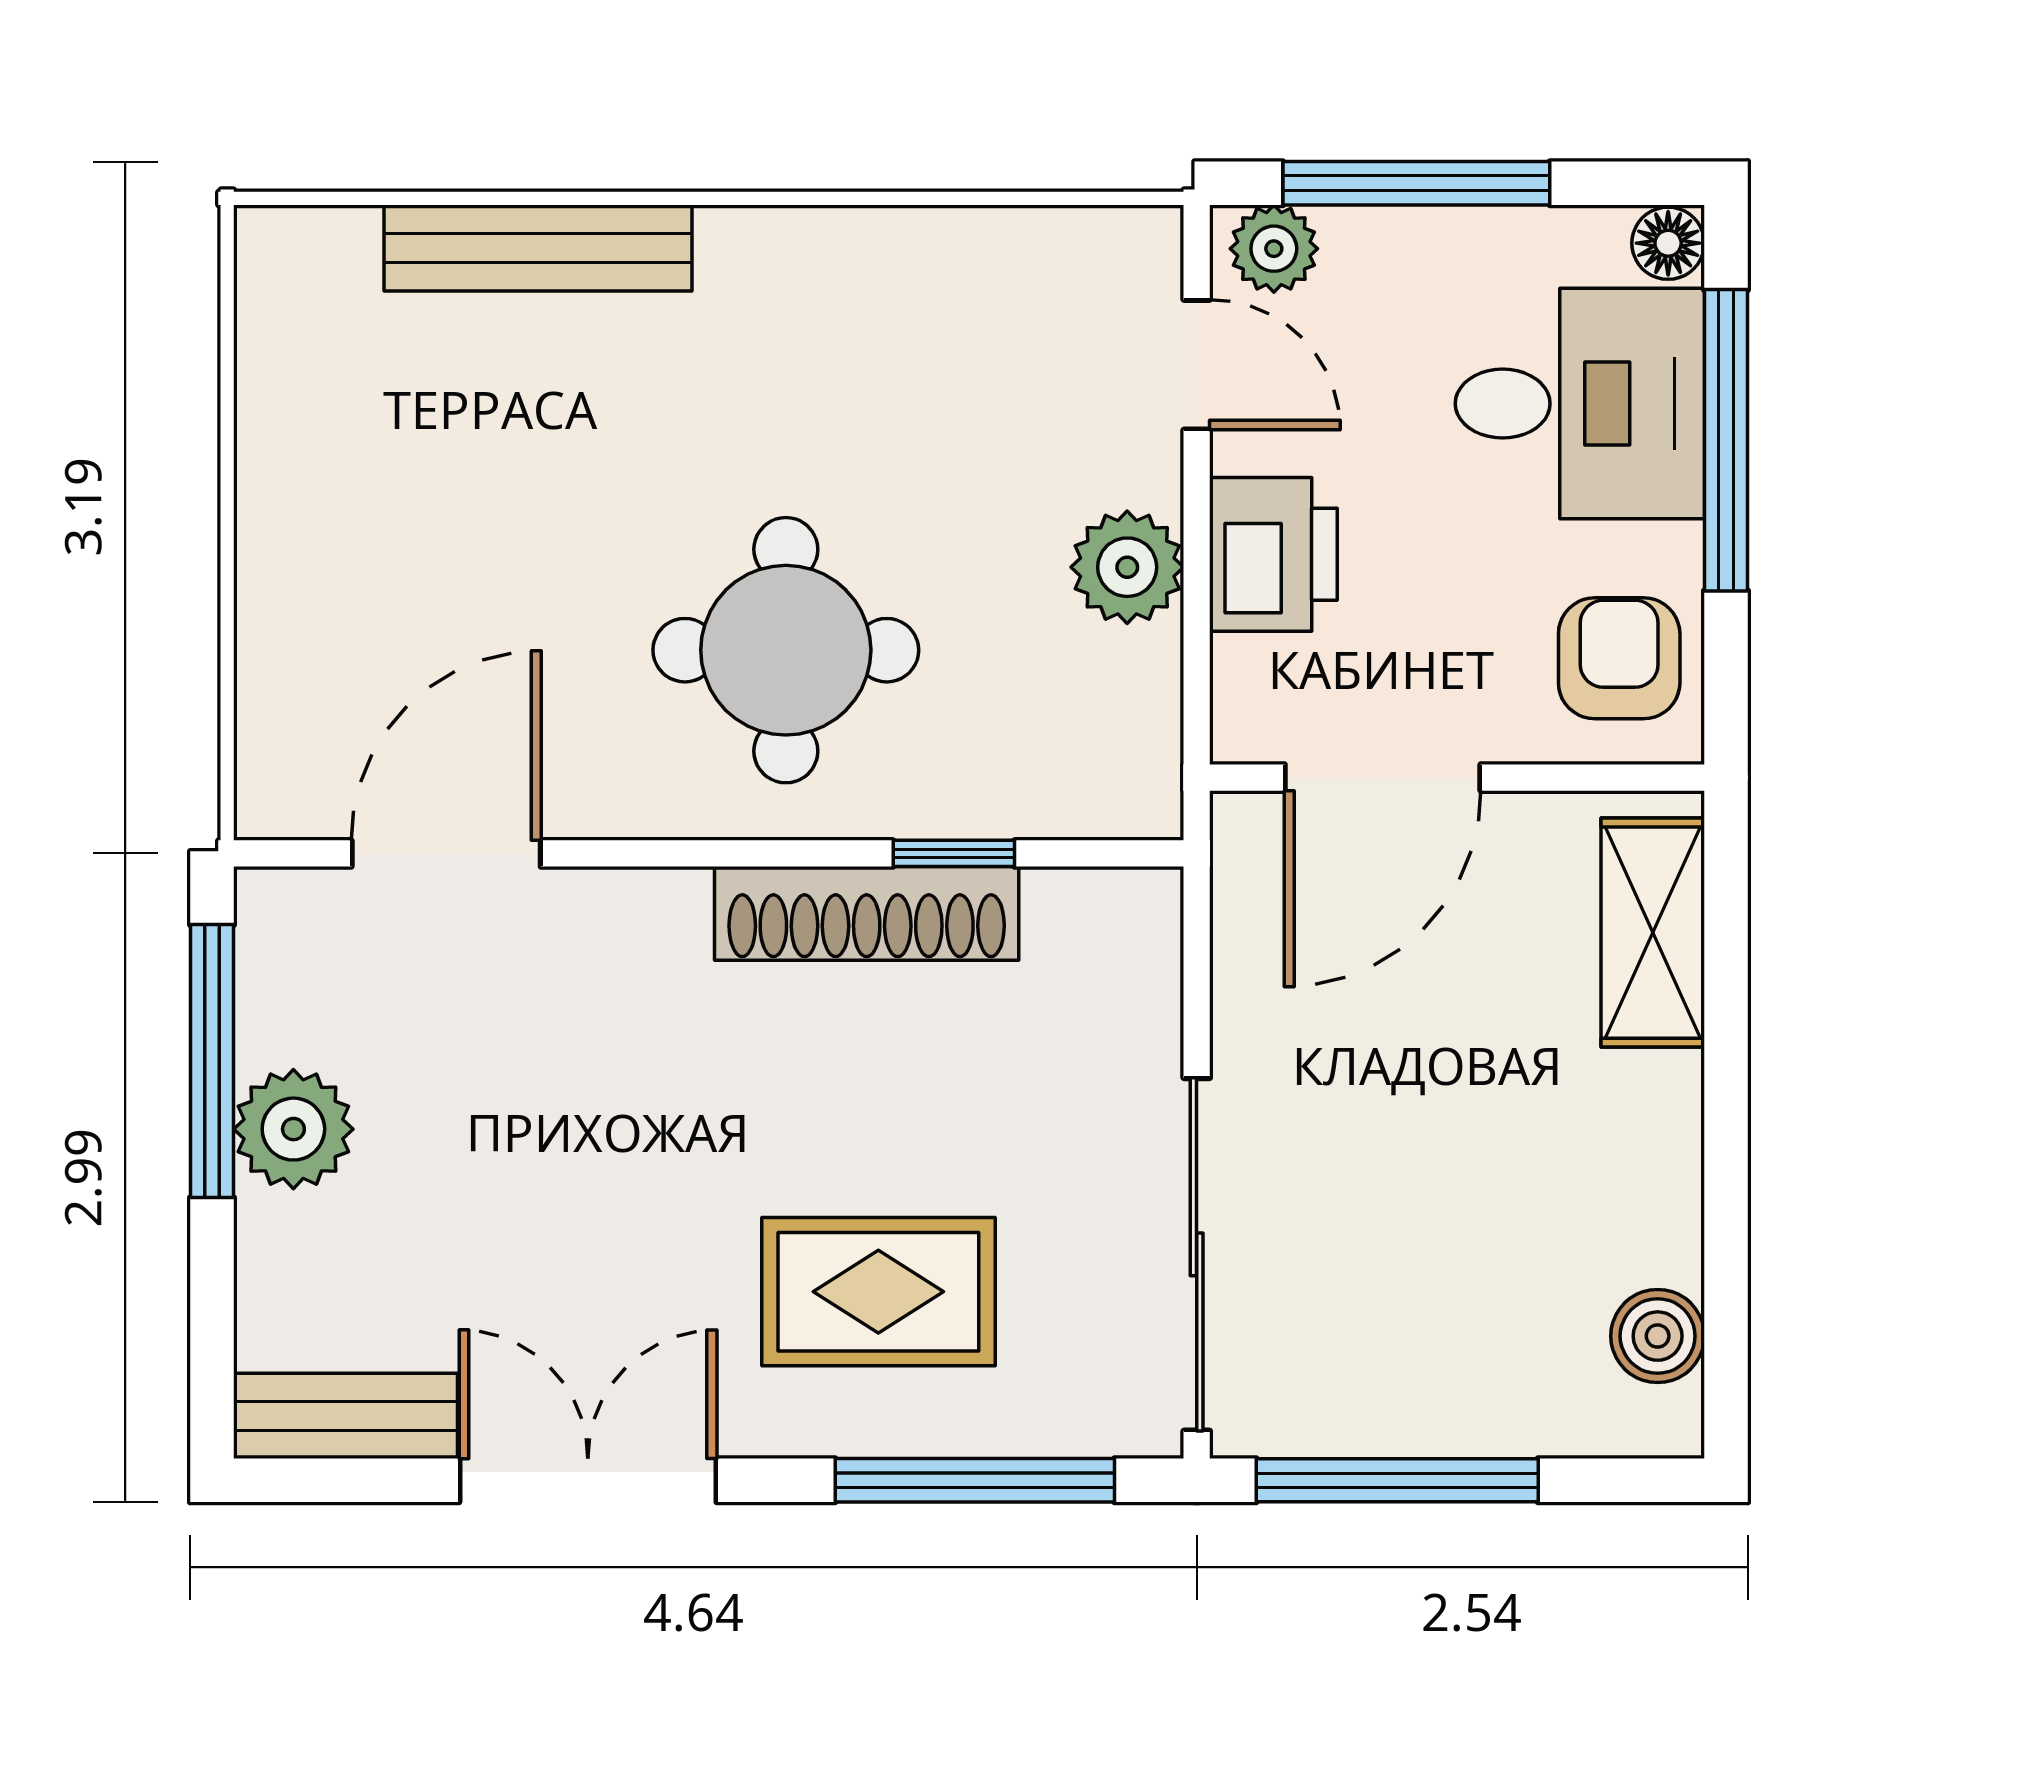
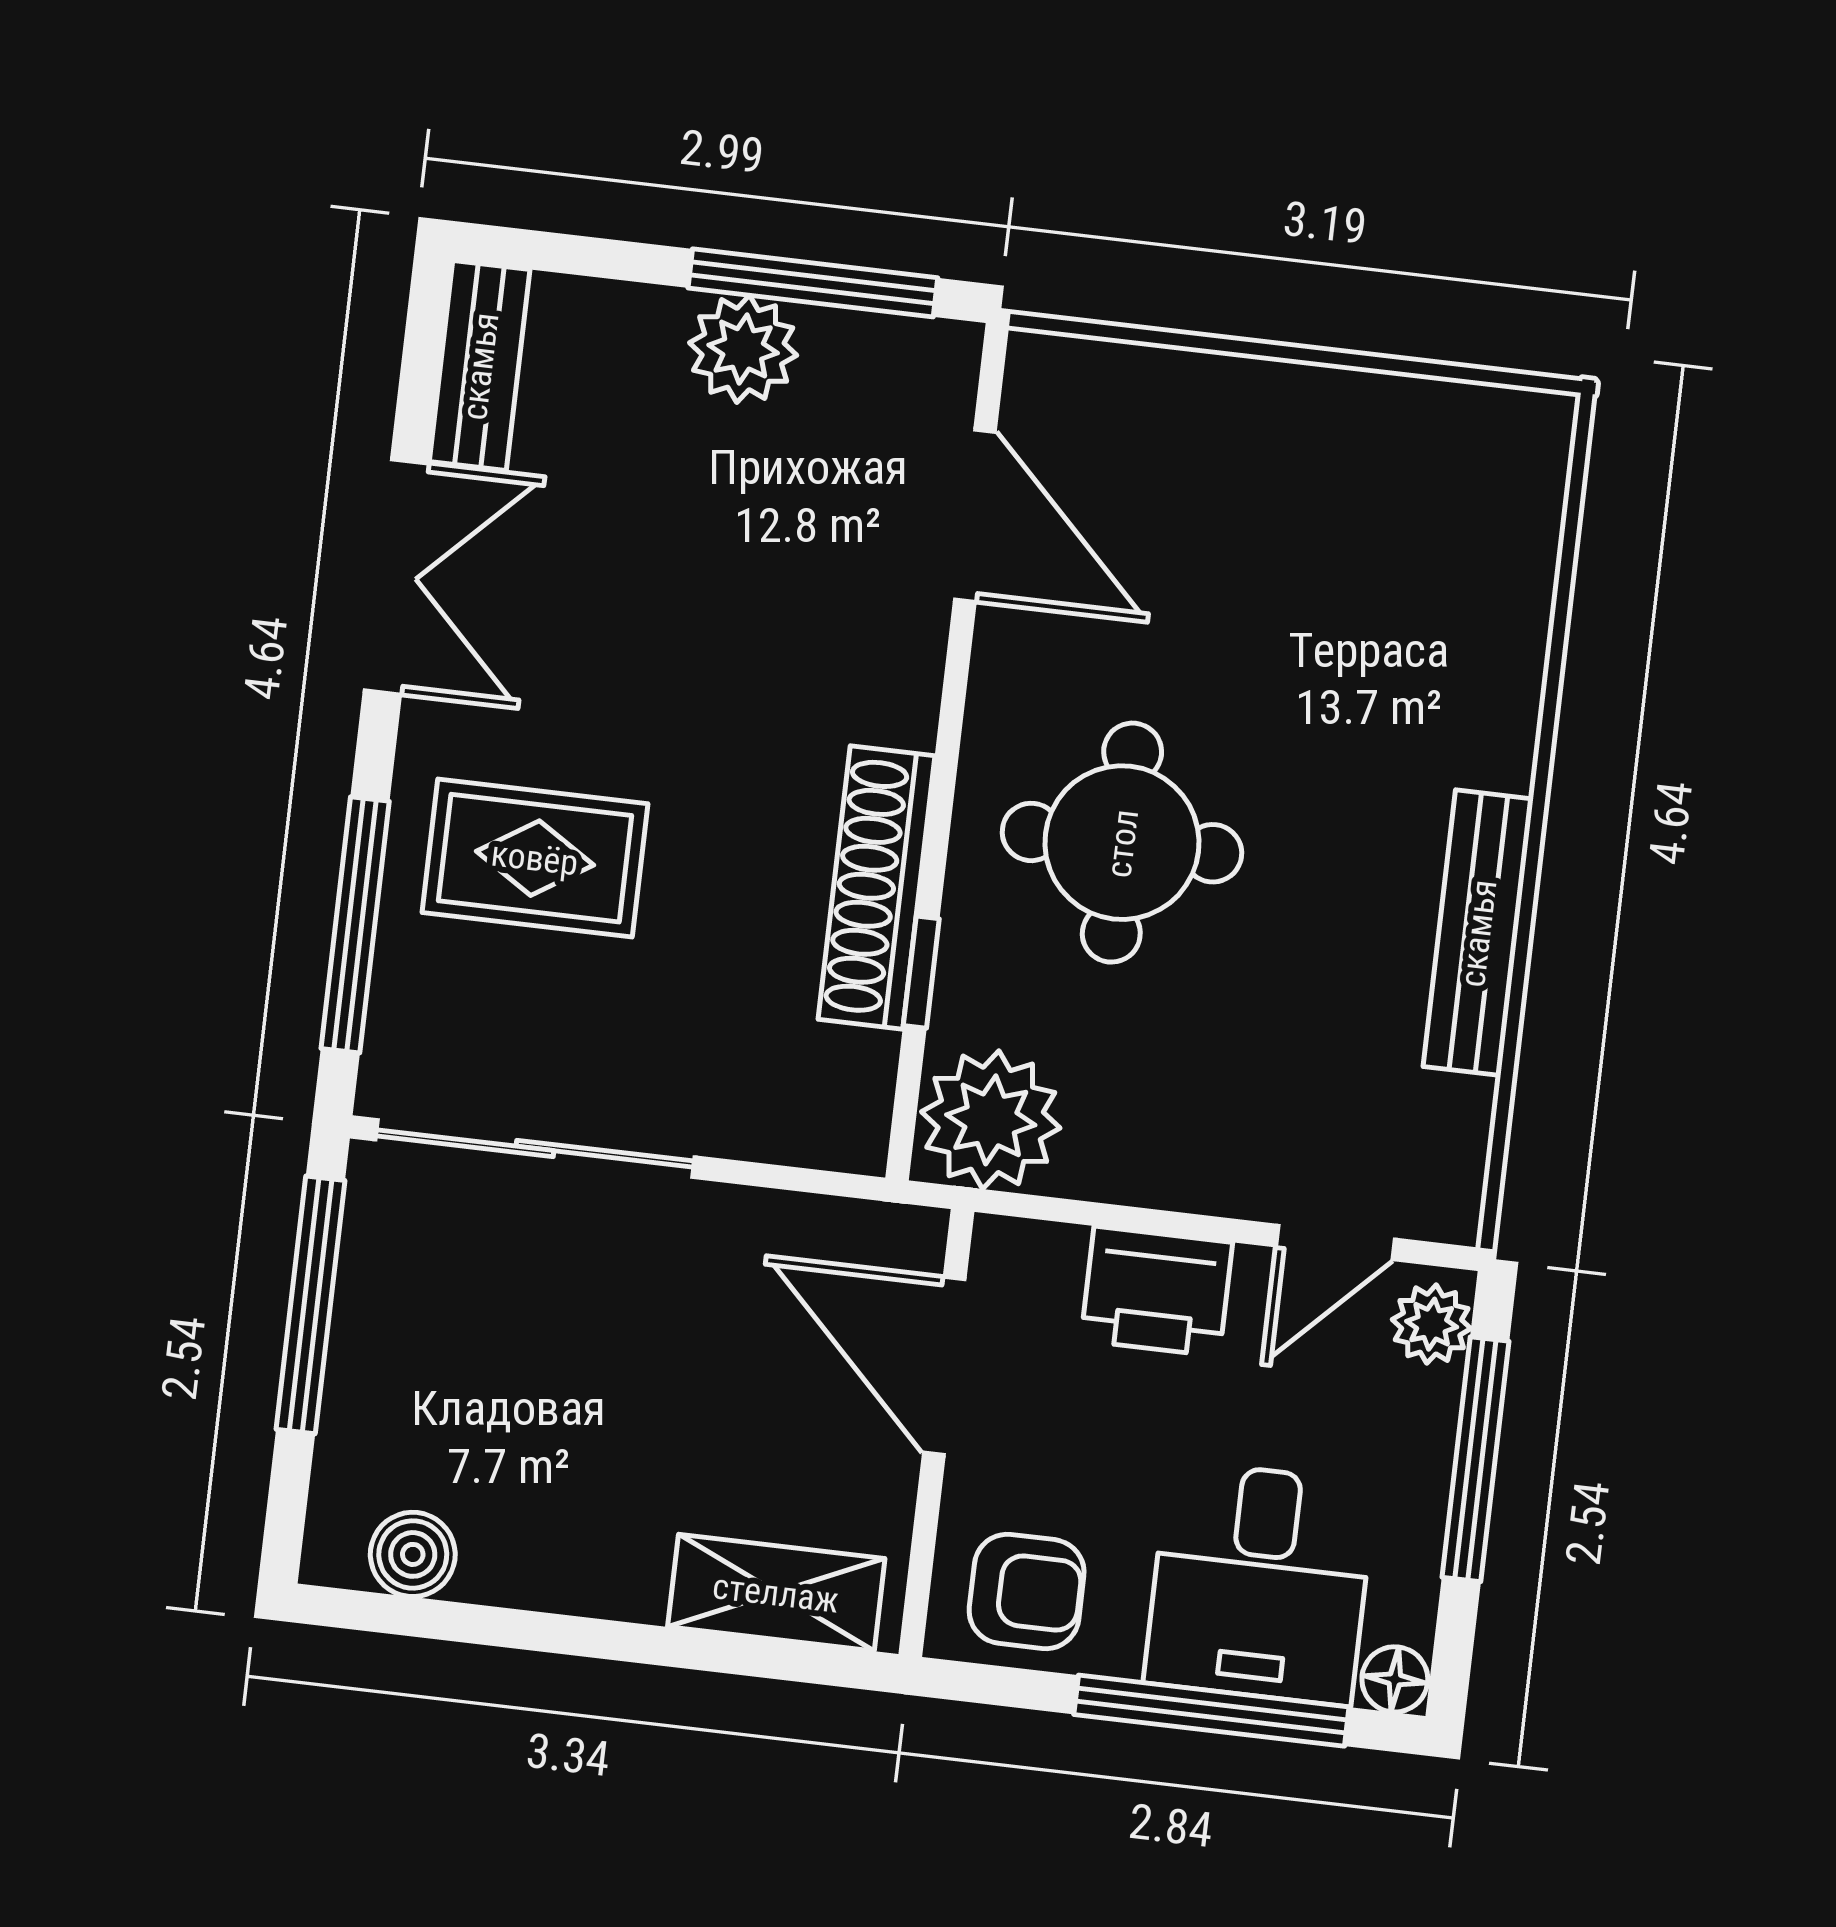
bench: (538, 248) -> (1478, 933), moved
plant: (1127, 567) -> (991, 1120), moved, width x1.36, depth x1.36
rug: (878, 1292) -> (535, 858), turned 90

